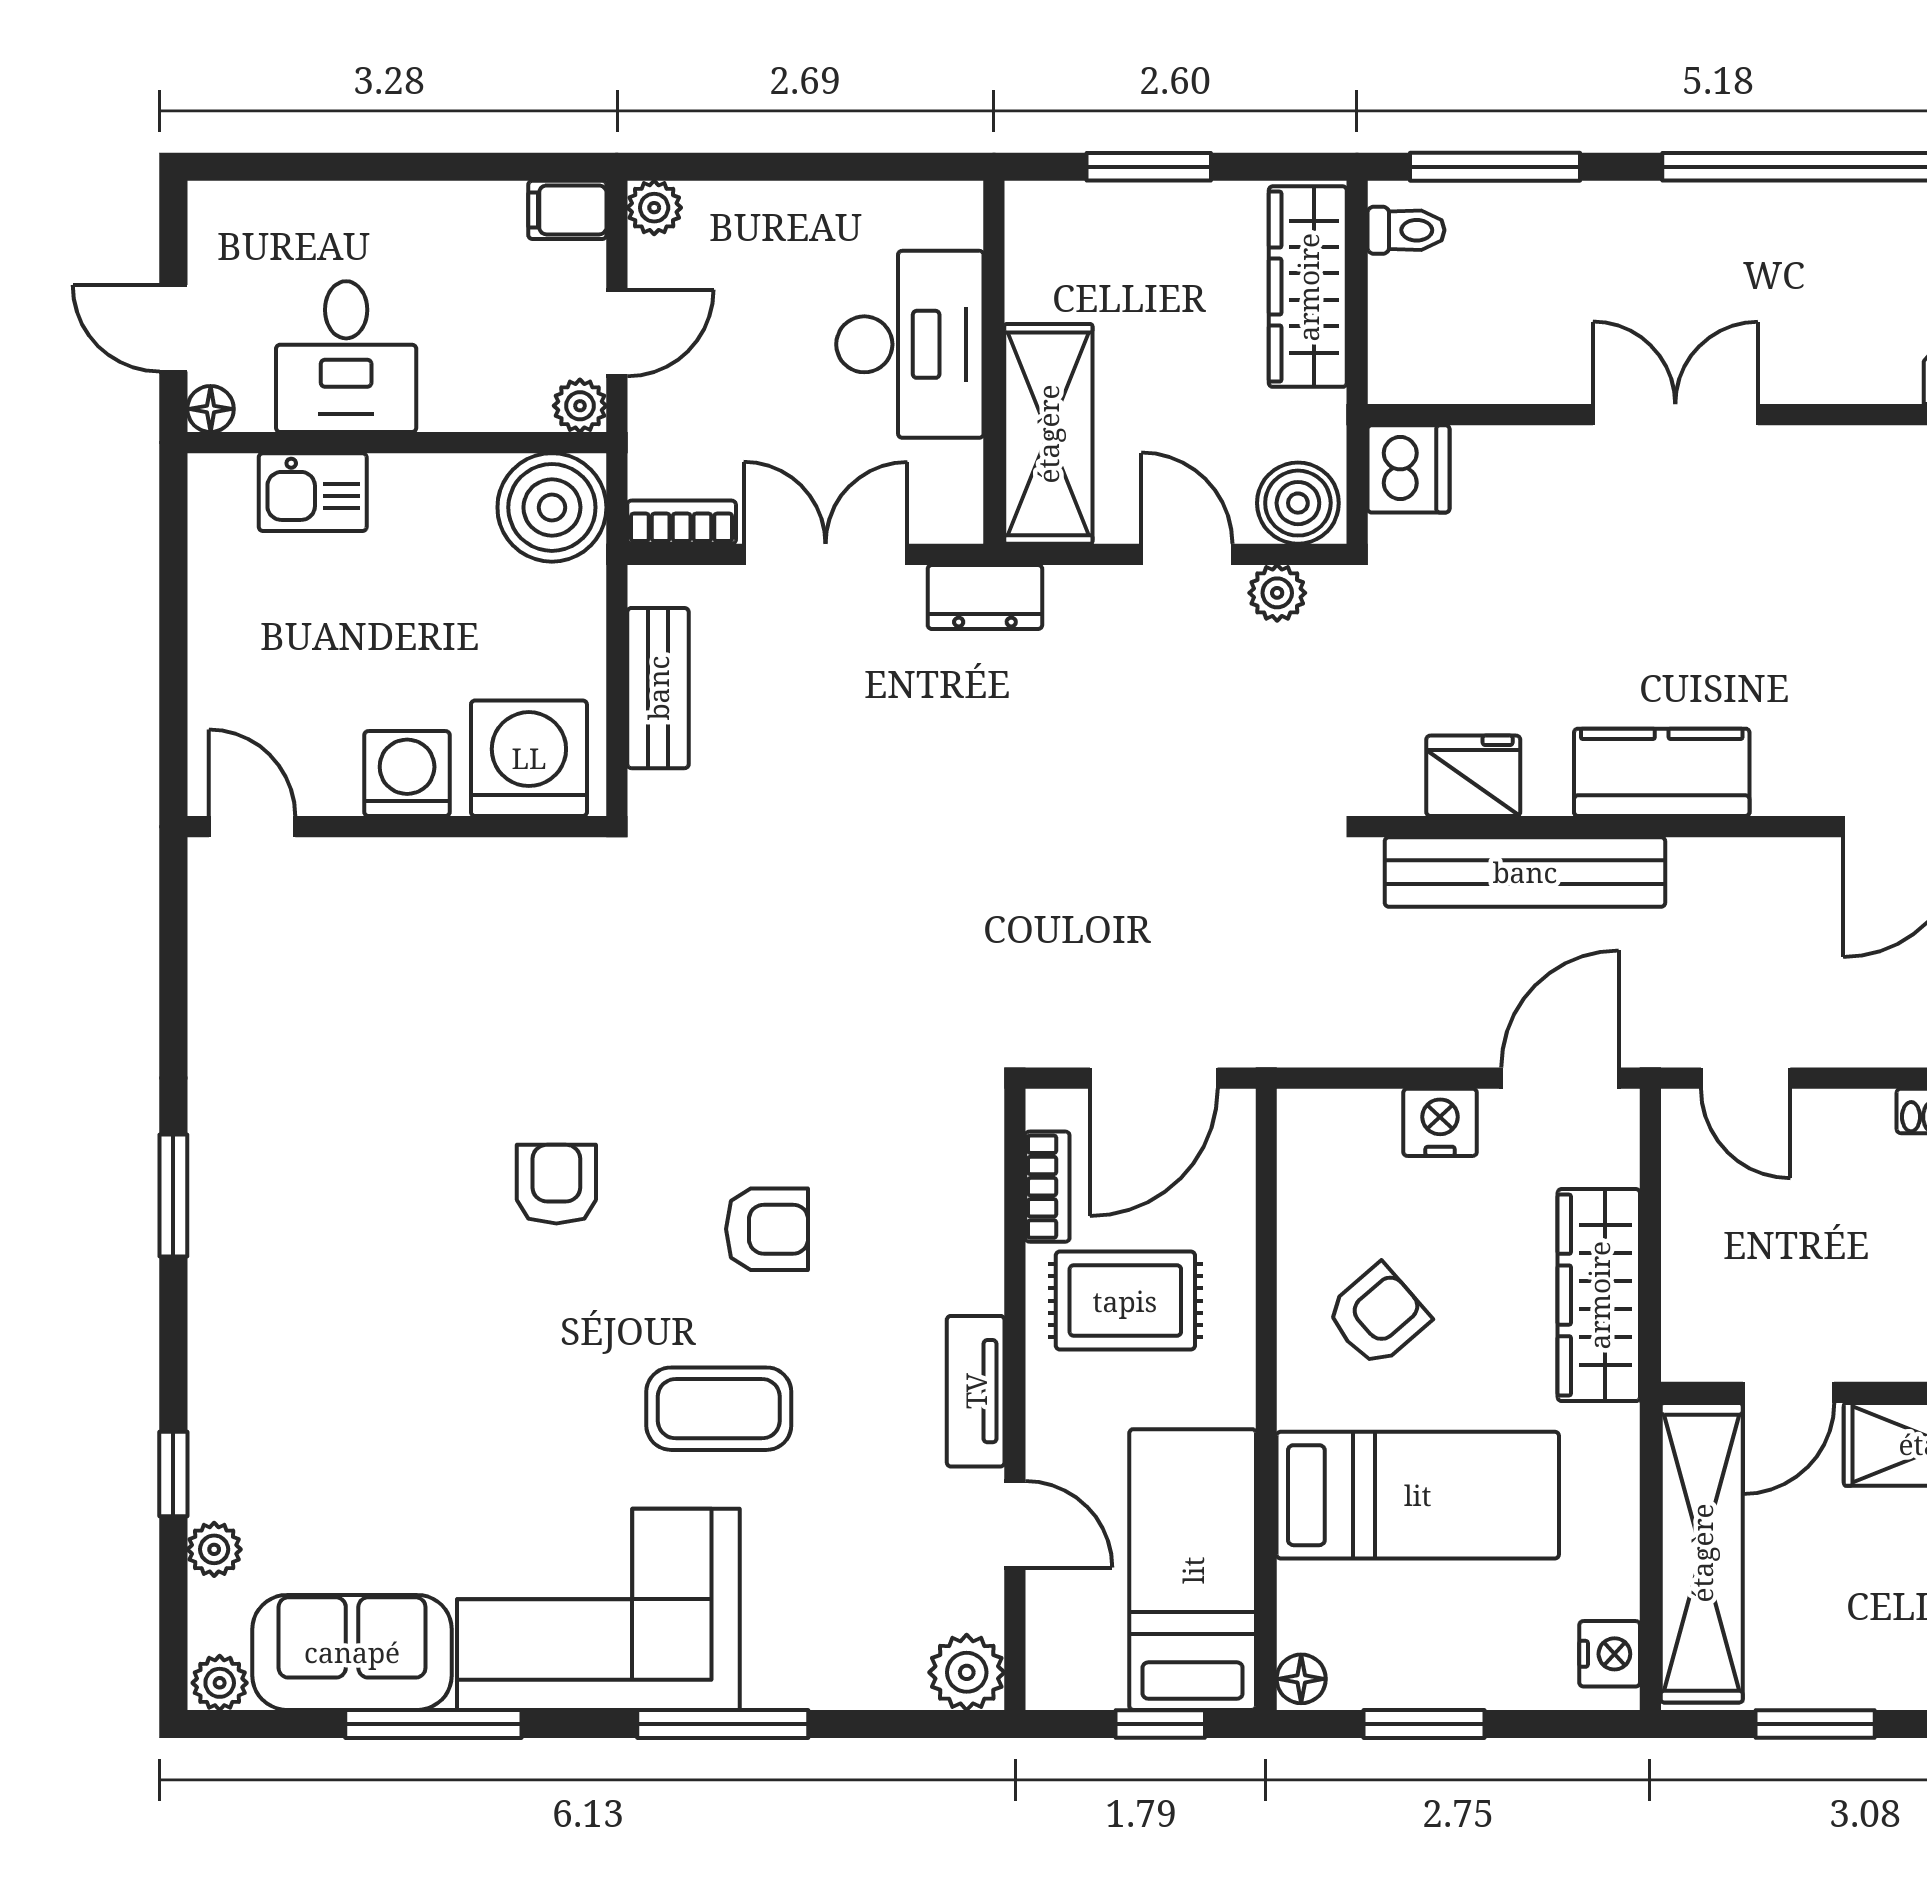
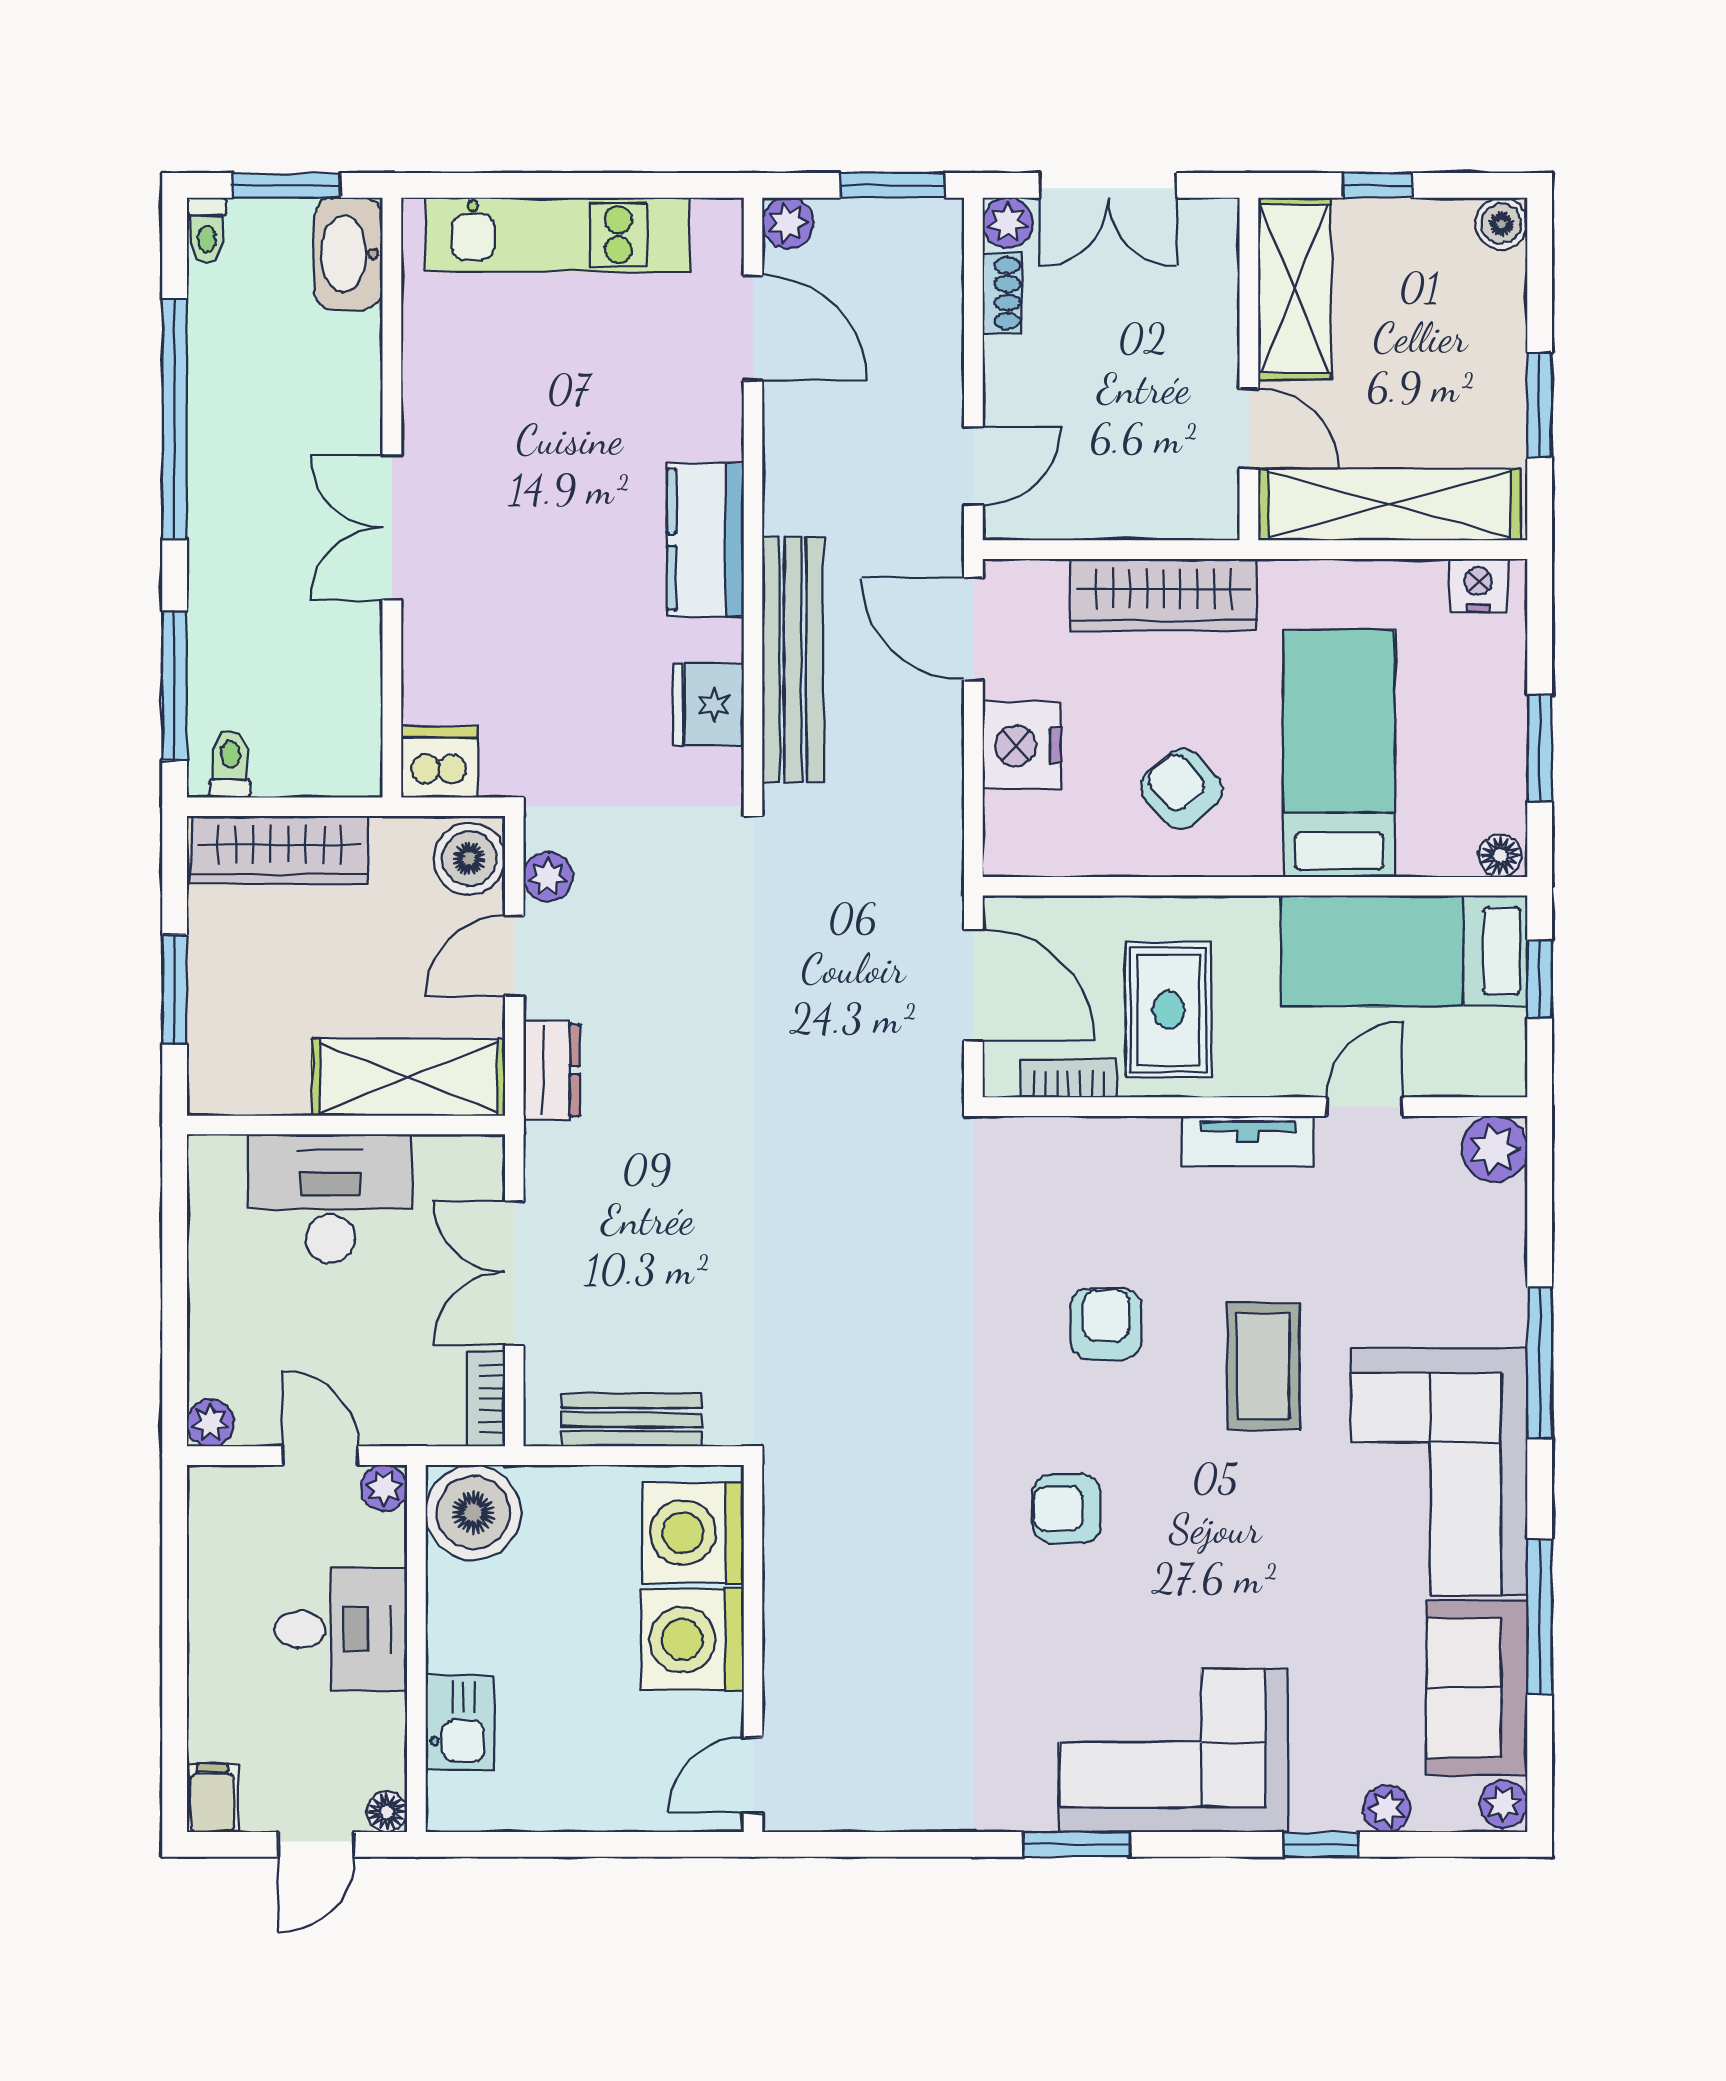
filing cabinet: (567, 210) -> (212, 1798), moved, turned 180
desk: (346, 357) -> (341, 1629), moved
dresser: (985, 597) -> (552, 1070), moved
washing machine: (407, 774) -> (693, 1640), width x1.37, depth x1.37
nightstand: (1440, 1122) -> (1022, 746), width x1.36, depth x1.33
corner sofa: (281, 1307) -> (1174, 1750), added

